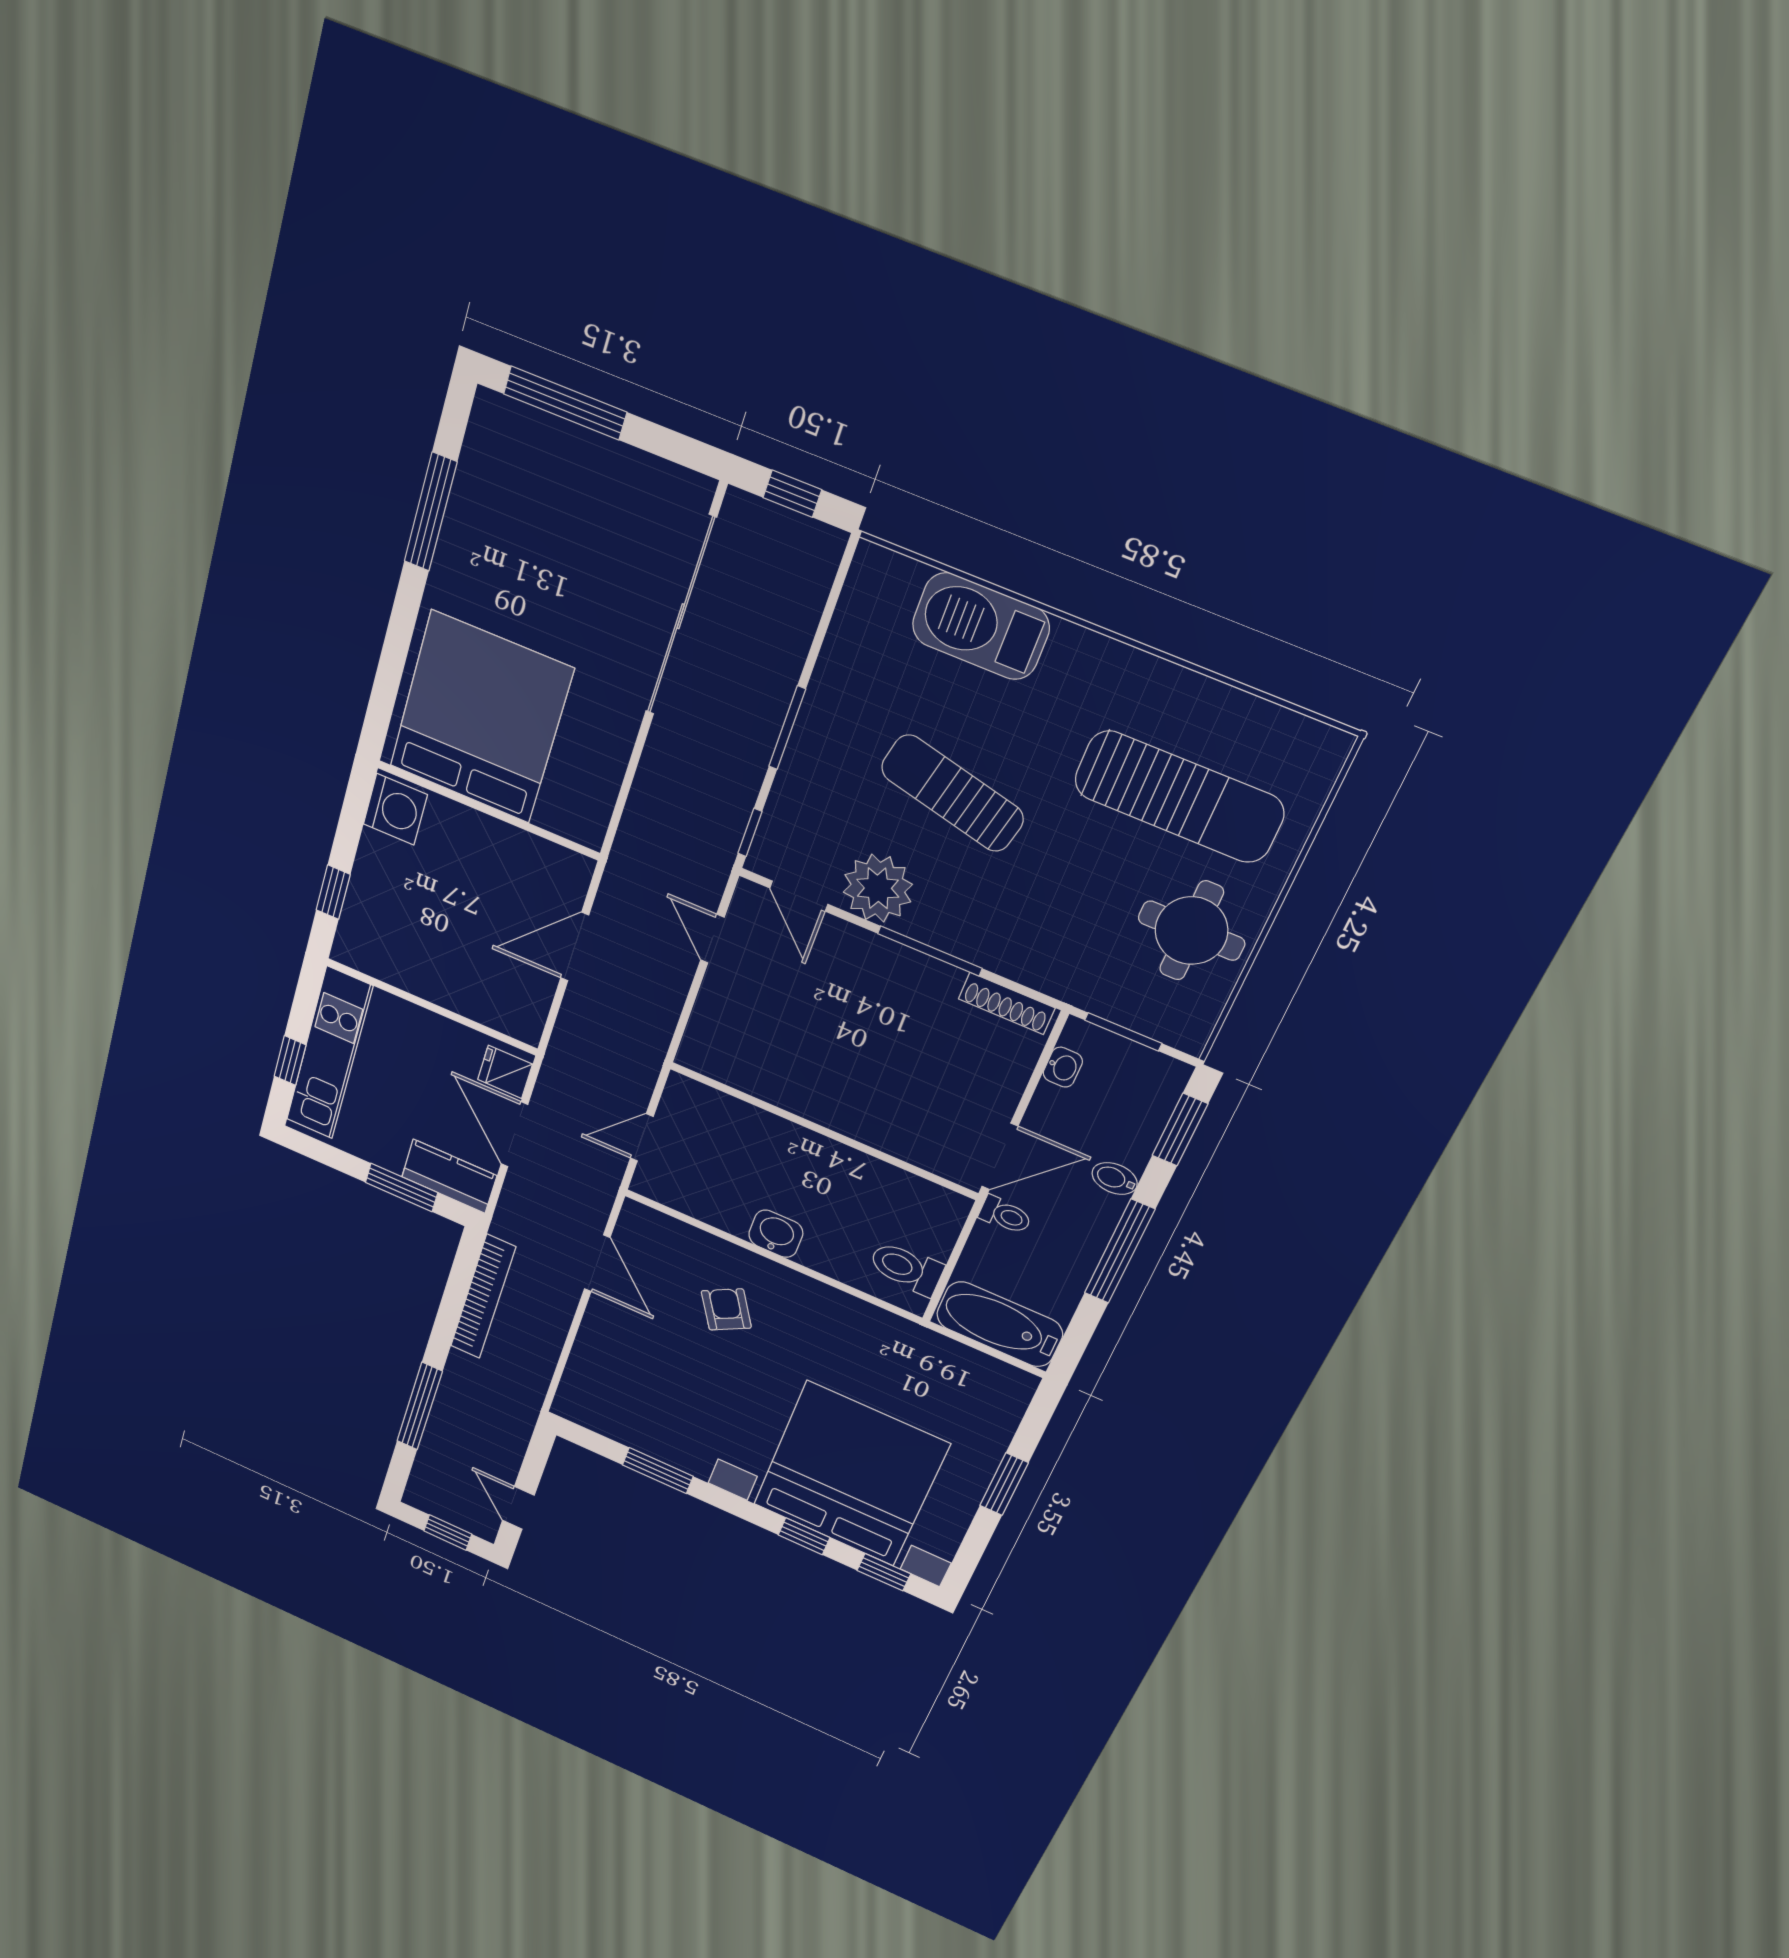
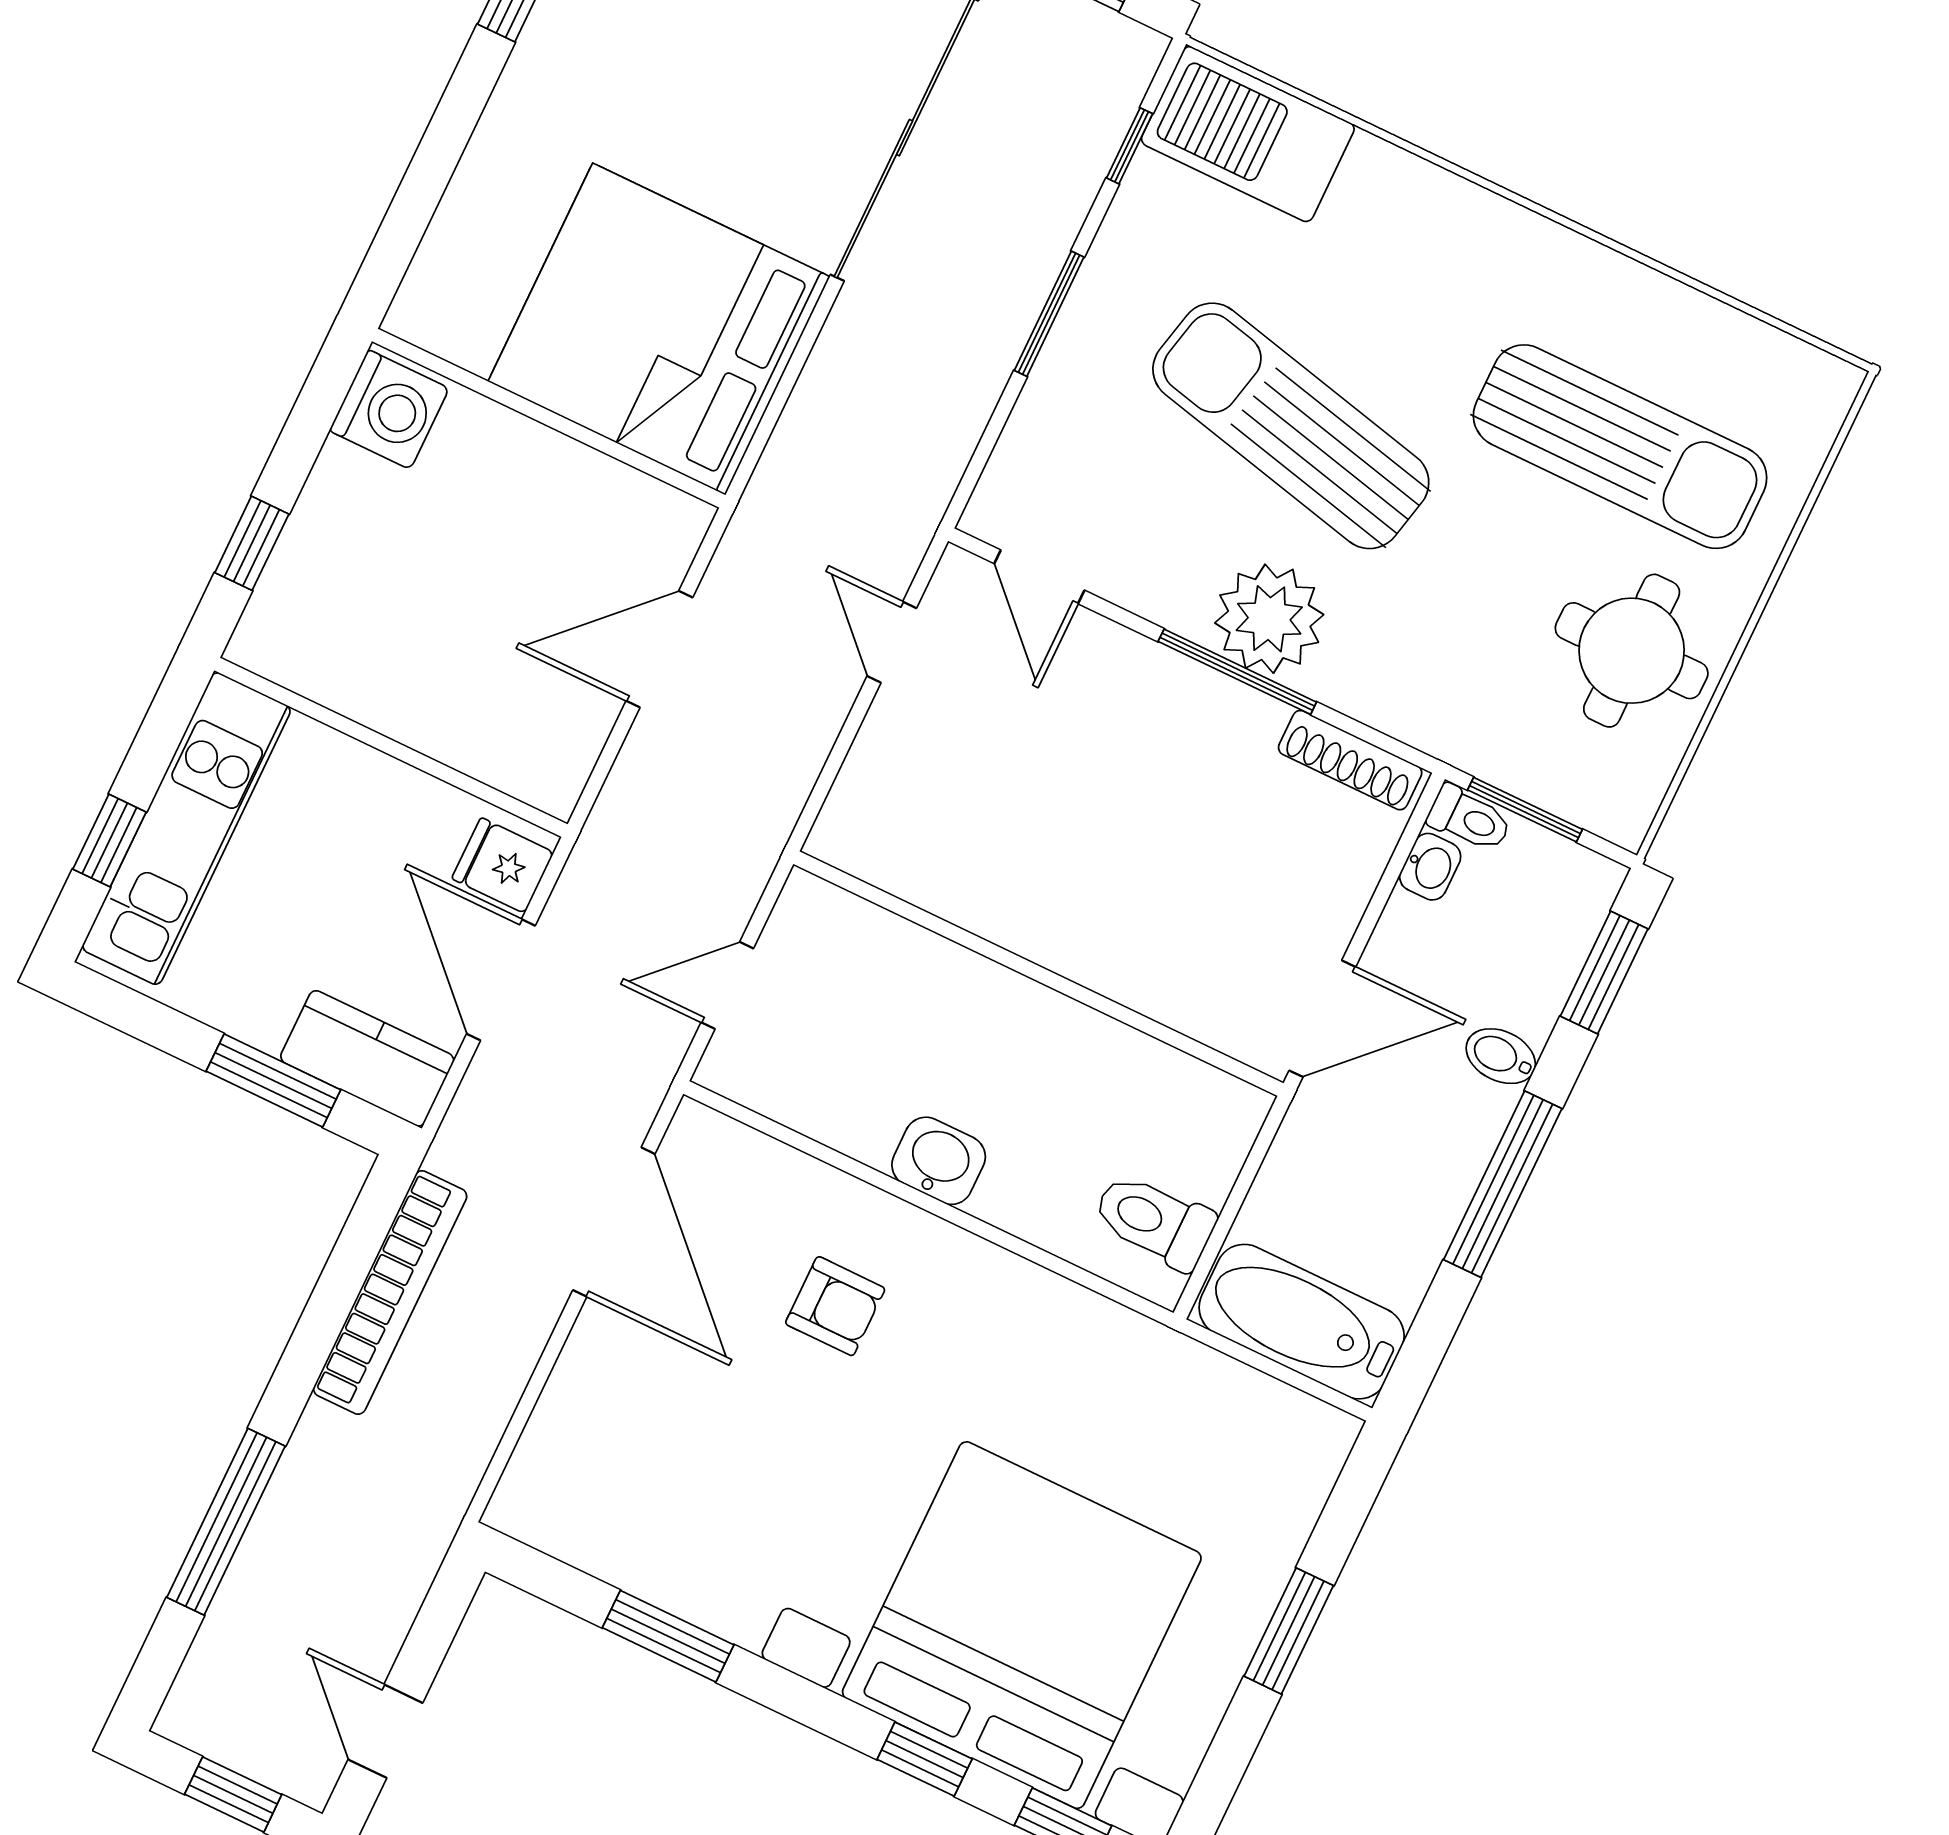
barbecue: (981, 626) -> (1248, 134), moved
bed: (481, 718) -> (659, 329), moved, turned -90
sun lounger: (952, 793) -> (1291, 426), width x1.36, depth x1.34
window: (750, 832) -> (1130, 146), moved
plant: (878, 888) -> (1269, 619), moved
toilet: (1005, 1215) -> (1469, 819), moved
door: (597, 1263) -> (614, 1222), width x1.36
armchair: (726, 1309) -> (835, 1306), turned 120

